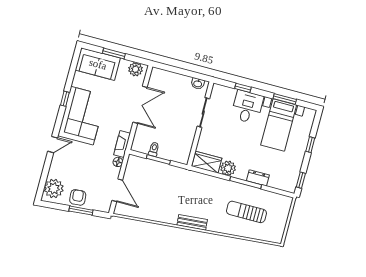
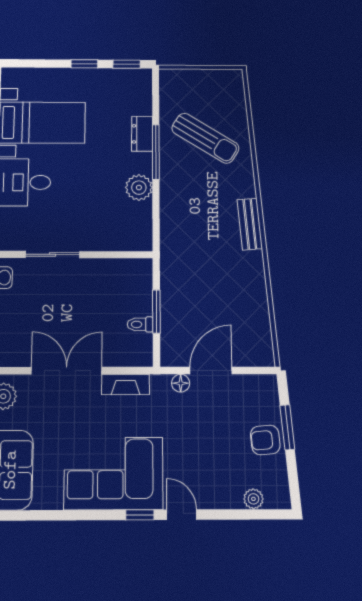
window: (65, 99) -> (140, 515), moved
fireplace: (122, 144) -> (126, 384), moved
window: (310, 145) -> (84, 64), moved
wardrobe: (207, 162) -> (138, 226), removed
plant: (54, 188) -> (253, 499), width x0.53, depth x0.53
door: (117, 190) -> (211, 371), moved
sun lounger: (246, 212) -> (205, 138), turned -58

